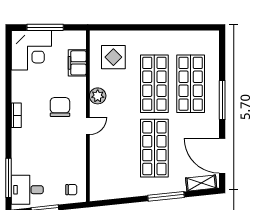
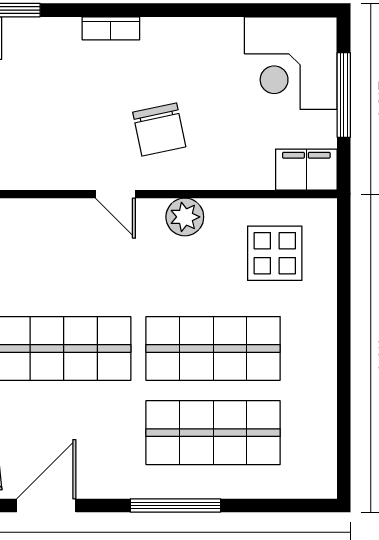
filing cabinet: (77, 63) -> (306, 170), moved
chair: (60, 107) -> (159, 130), turned 78
bookcase: (16, 115) -> (111, 28), moved
door: (222, 156) -> (46, 506), width x0.73

